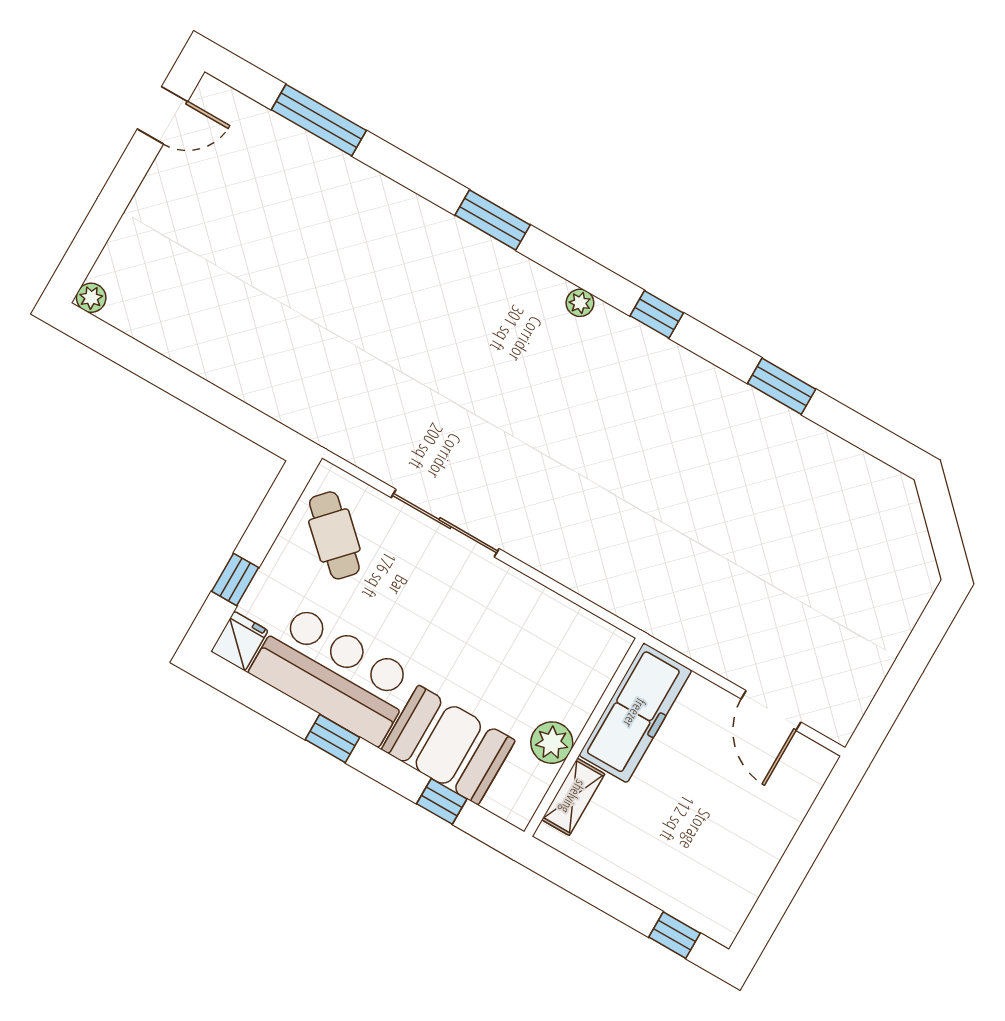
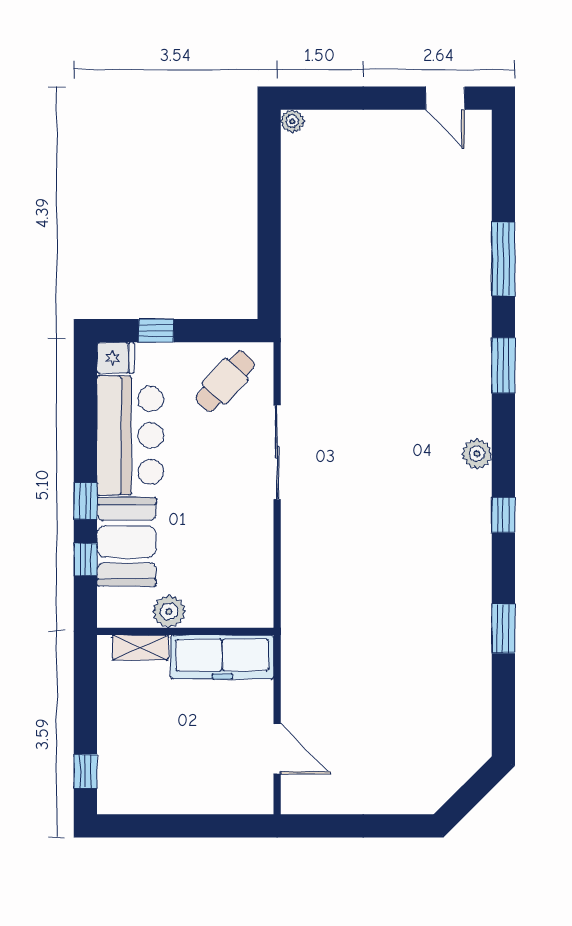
window: (319, 120) -> (503, 259), moved
plant: (580, 303) -> (477, 454), width x1.38, depth x1.38
door: (771, 711) -> (277, 749), swing flipped
window: (332, 738) -> (85, 501), moved

